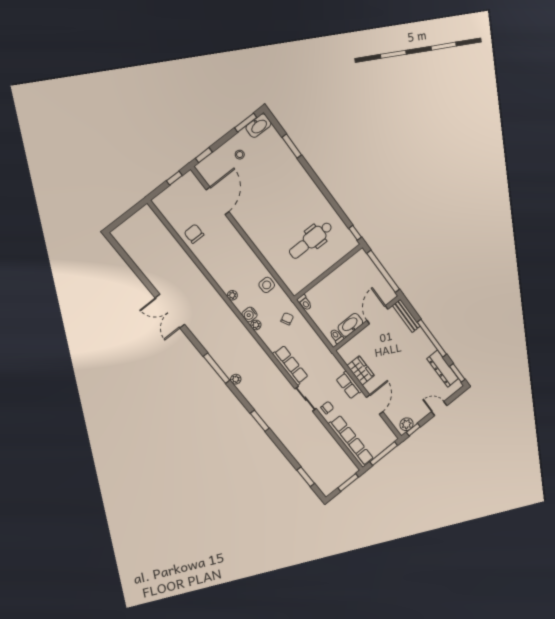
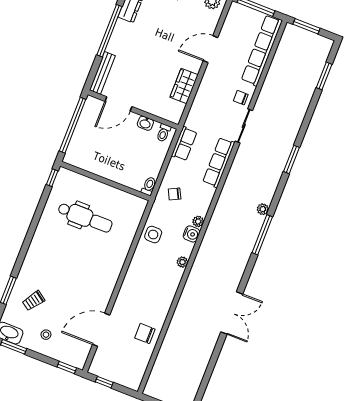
trolley: (272, 161) -> (34, 301), added
chair: (194, 234) -> (145, 334), turned 90
washbasin: (350, 325) -> (145, 123), width x0.52, depth x0.69
row of seats: (349, 385) -> (184, 144), moved

